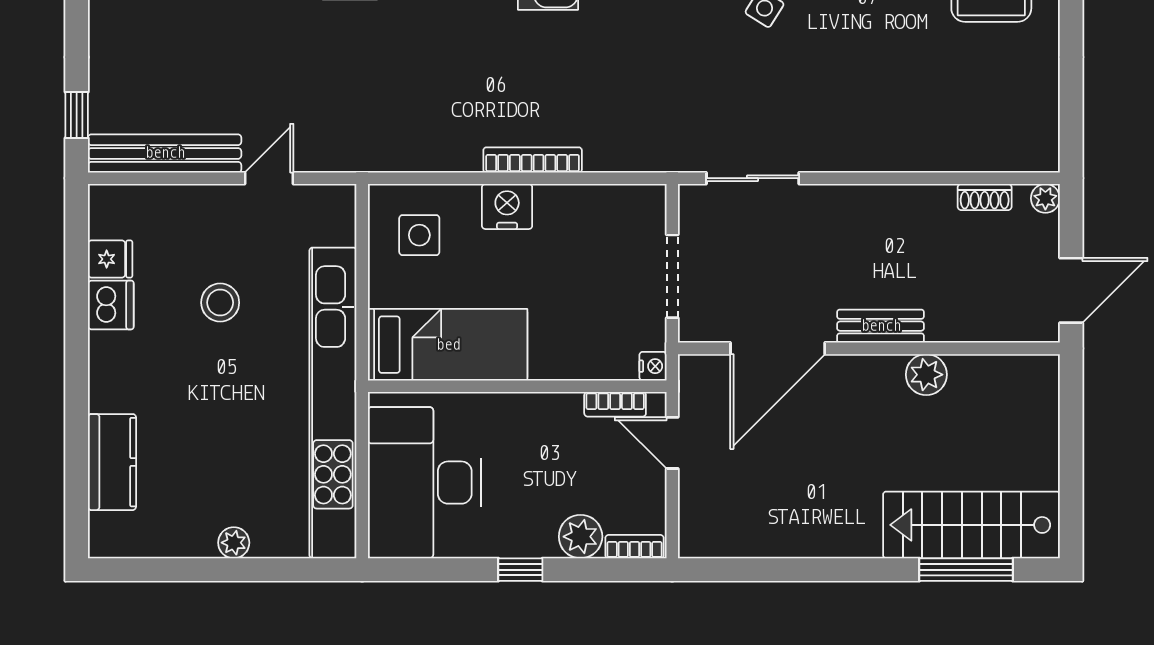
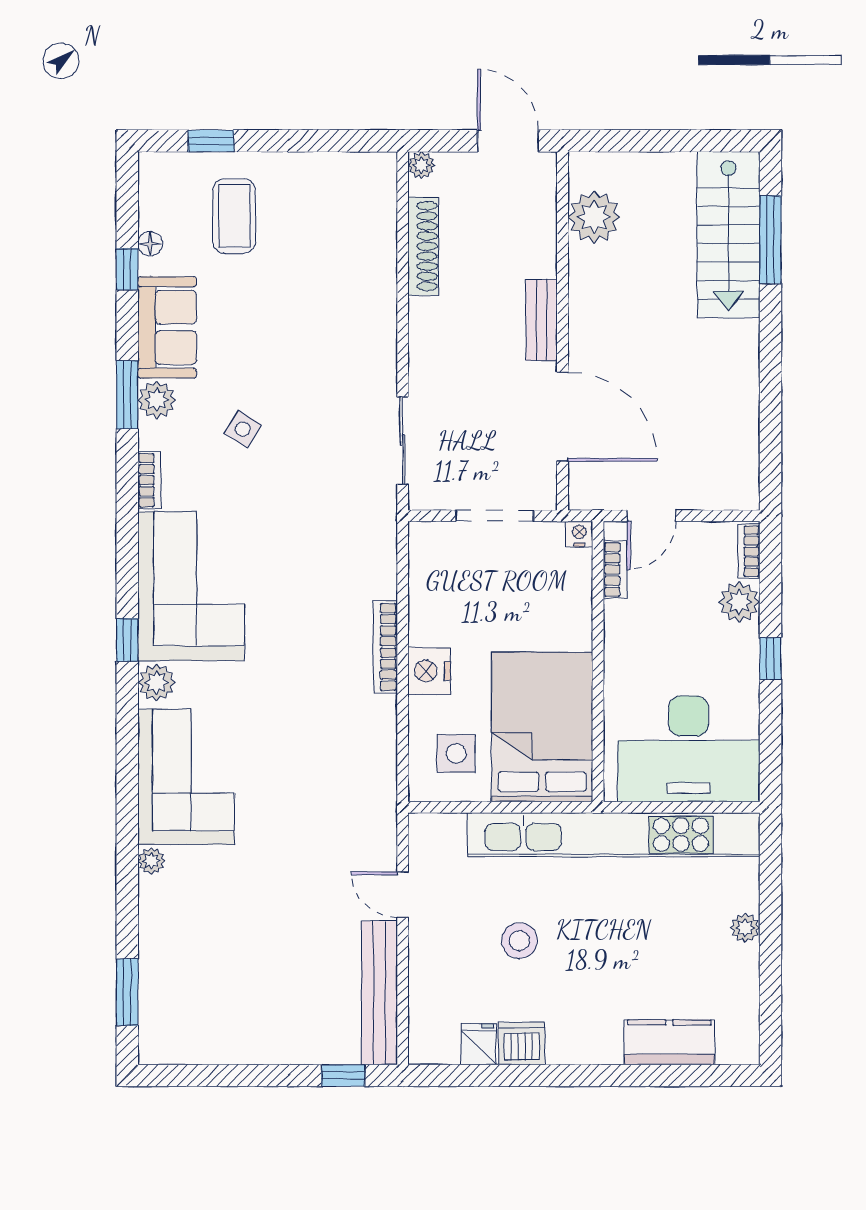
shoe rack: (985, 197) -> (423, 246), width x1.94, depth x1.24
bed: (448, 345) -> (542, 727), width x1.50
plant: (926, 375) -> (594, 217), moved, width x1.36, depth x1.36

